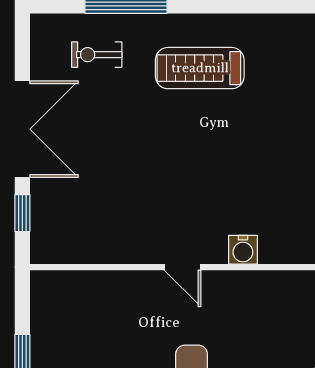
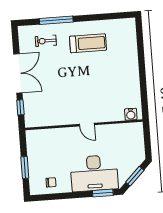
treadmill: (200, 68) -> (88, 43), turned 180
water cooler: (243, 250) -> (131, 114), moved

